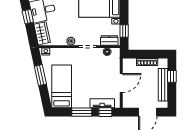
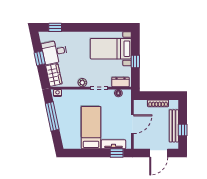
window: (124, 31) -> (135, 61), moved
window: (40, 75) -> (52, 116), width x1.44
window: (172, 76) -> (183, 130), moved
bed: (62, 86) -> (91, 128), moved
window: (82, 112) -> (93, 153), removed

